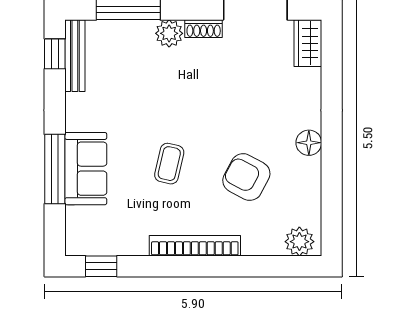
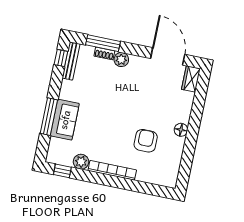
shoe rack: (204, 29) -> (104, 54), moved
coffee table: (169, 164) -> (108, 126), removed
armchair: (246, 177) -> (146, 141), turned 62
plant: (299, 242) -> (81, 162), moved

